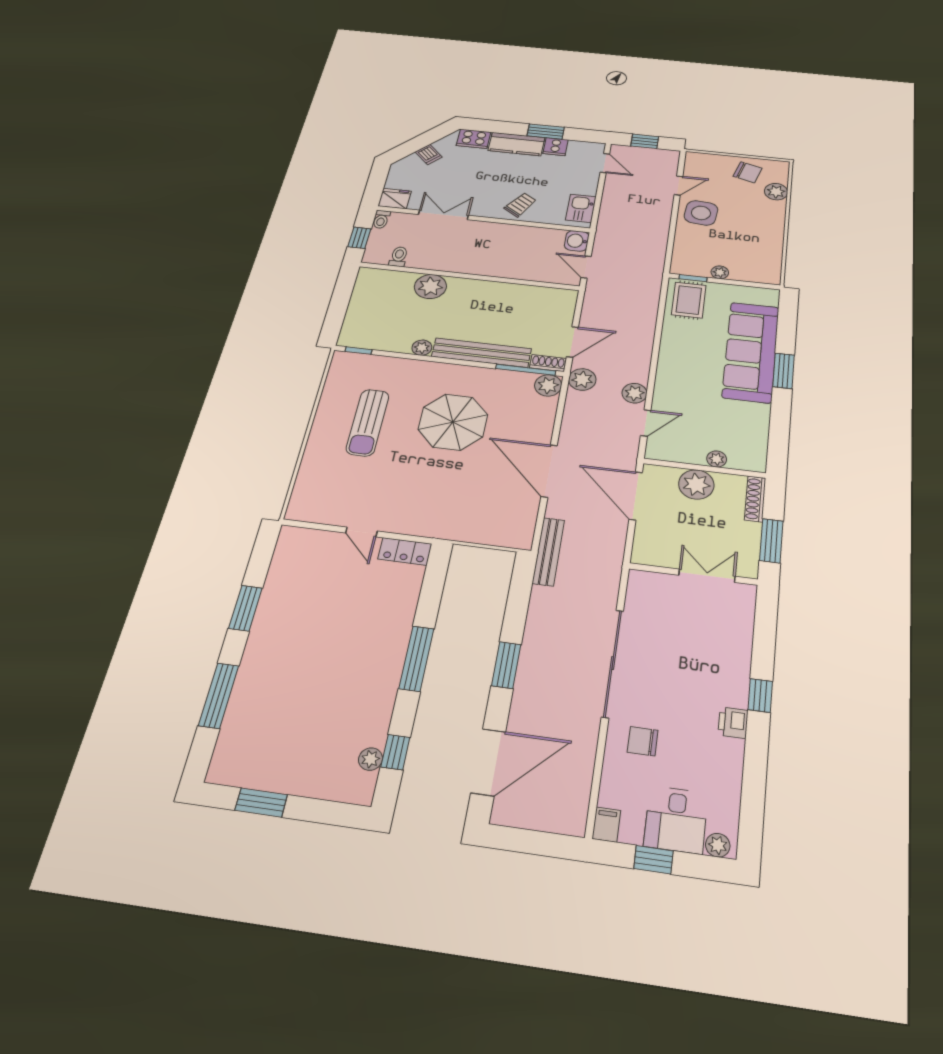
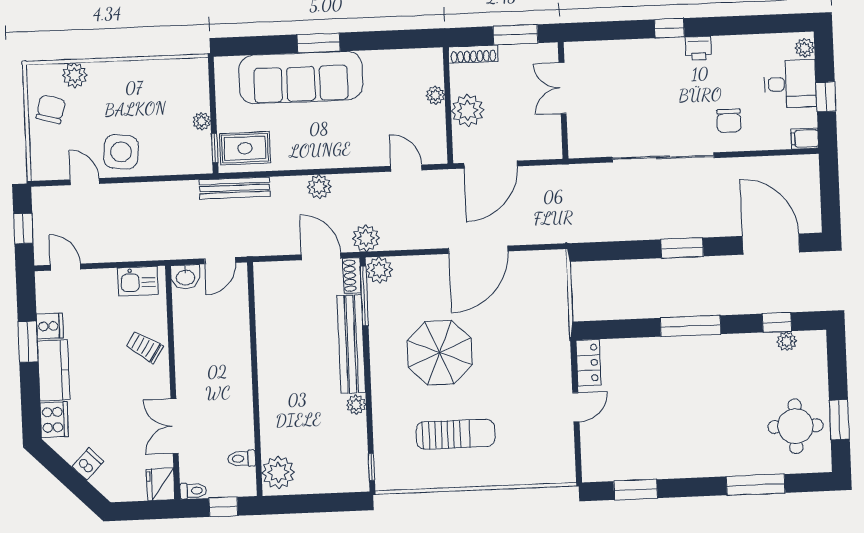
door: (605, 163) -> (65, 267), hinge flipped
plant: (430, 286) -> (278, 472), moved
plant: (634, 393) -> (319, 187), moved
bench: (548, 552) -> (235, 188), moved
window: (245, 608) -> (636, 490), moved
round table: (270, 751) -> (795, 426), added

